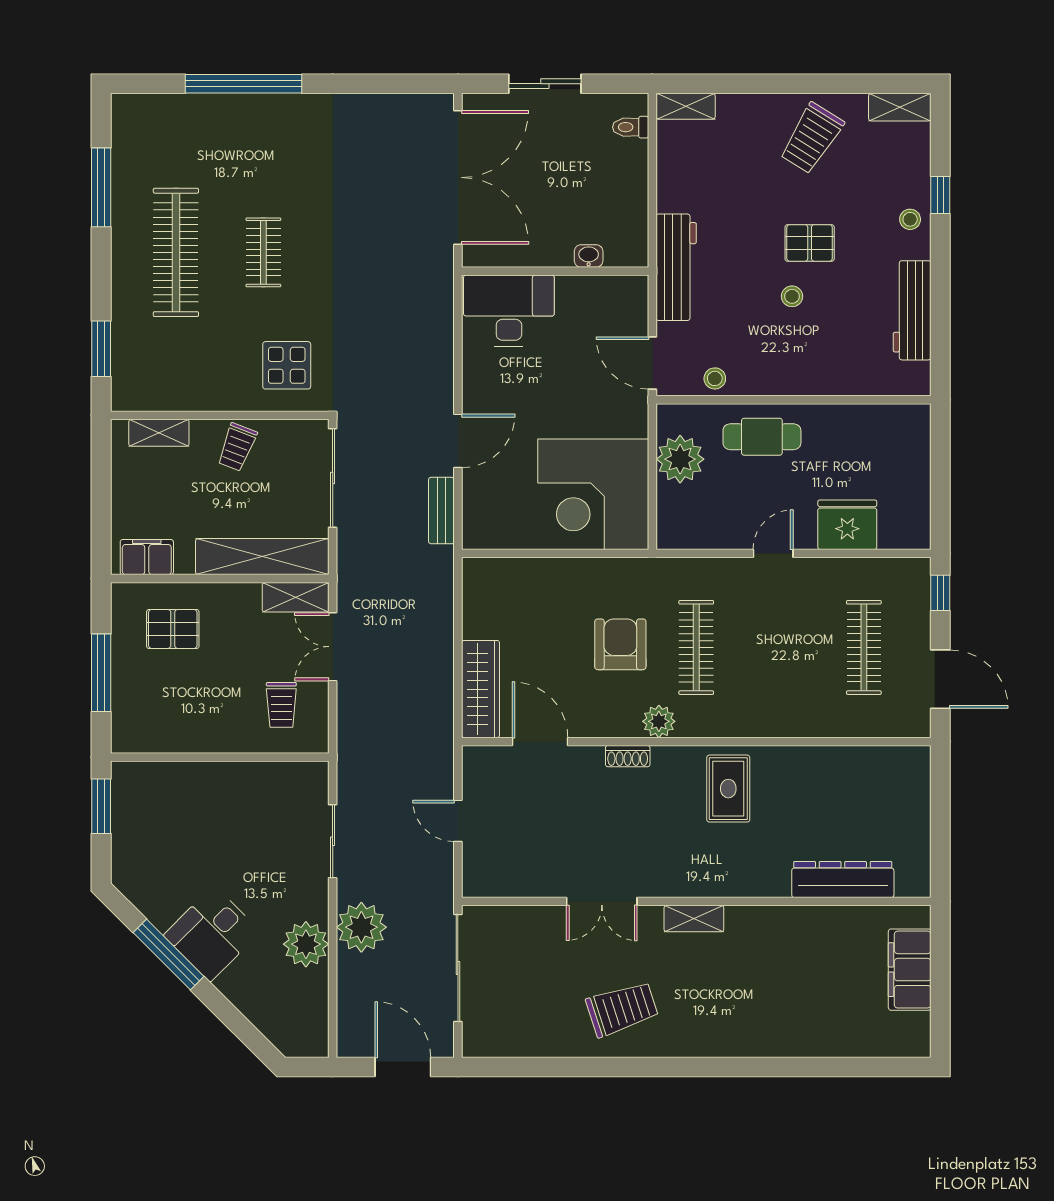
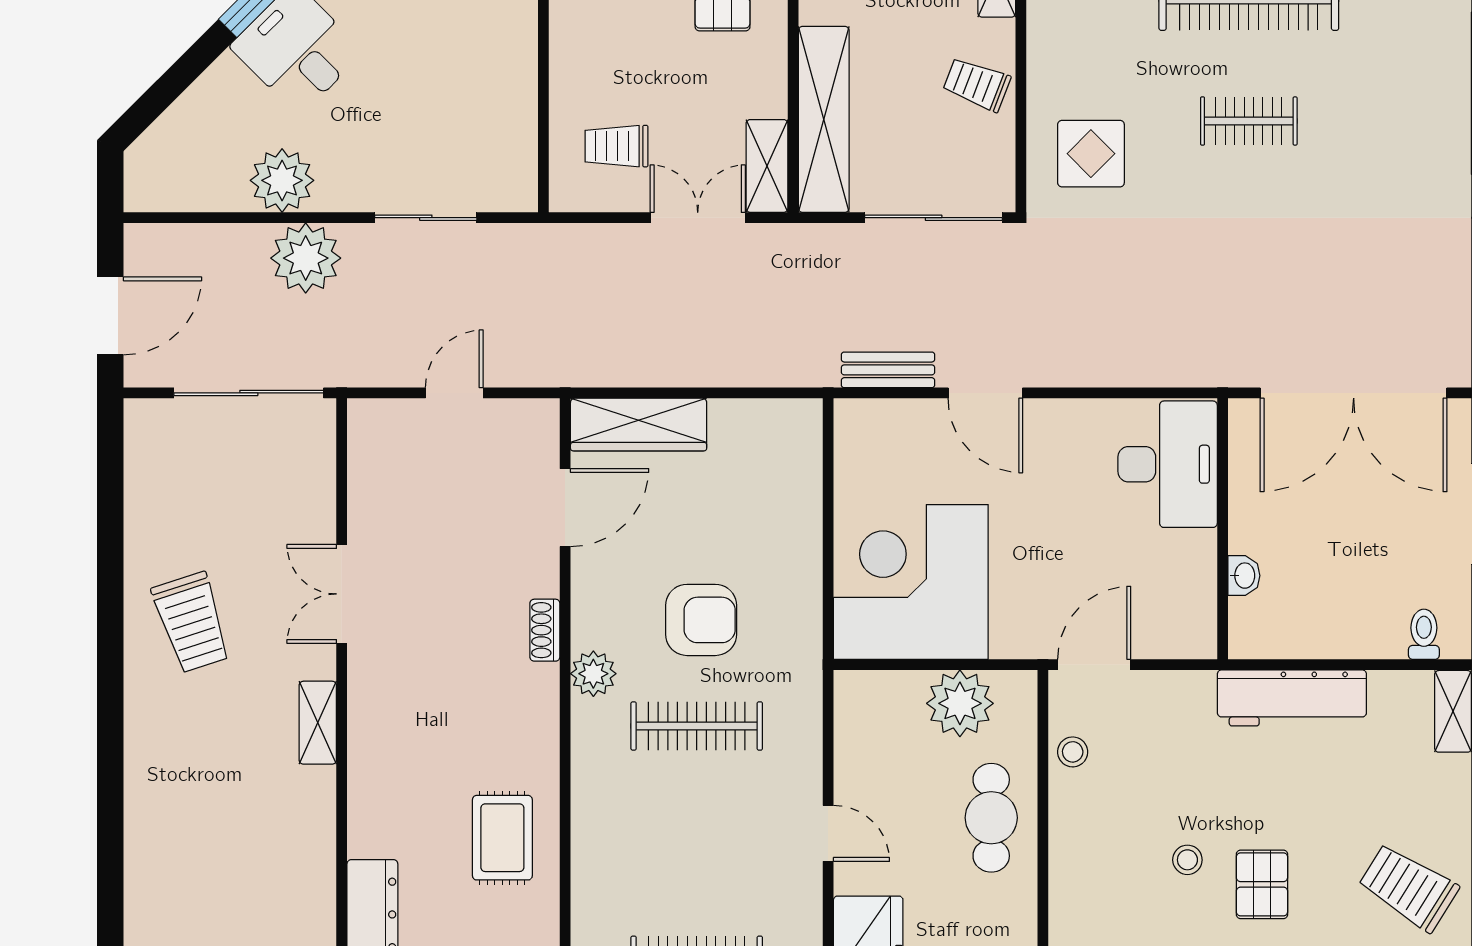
workbench: (676, 267) -> (1292, 698), moved
rug: (728, 789) -> (502, 838), moved, turned 90

